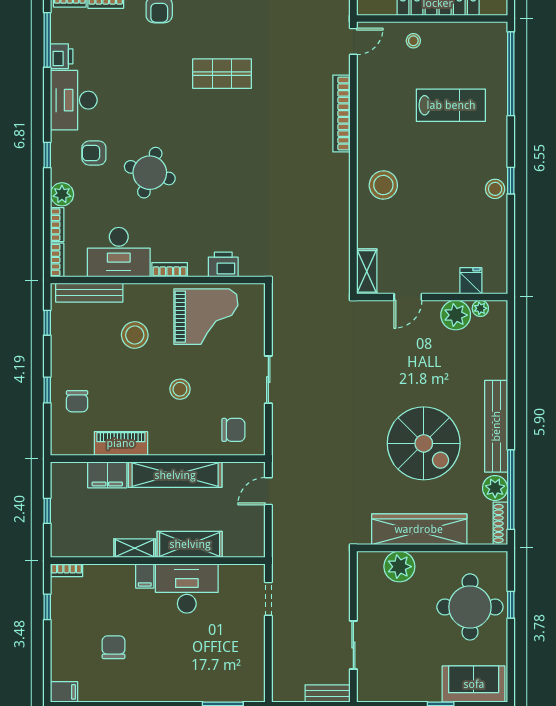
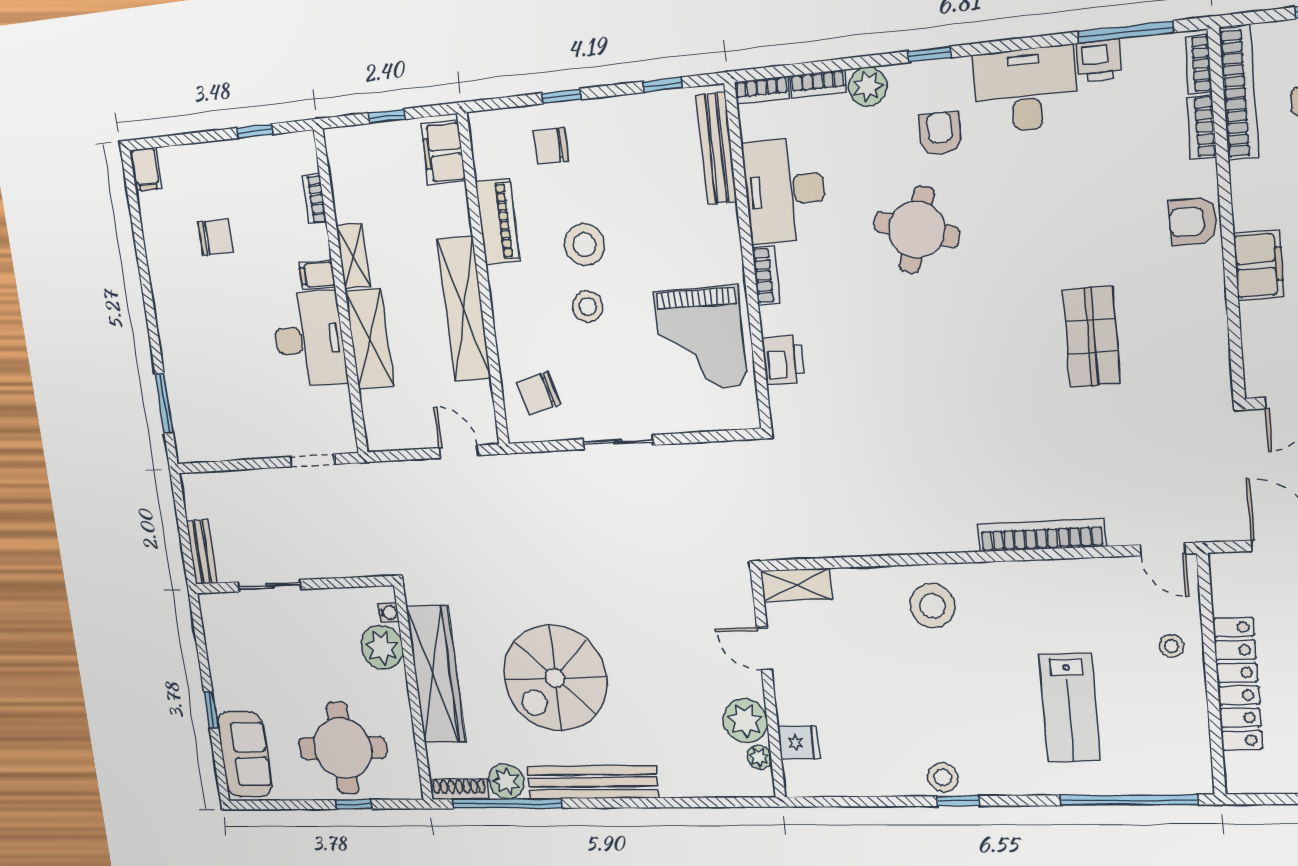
stool: (135, 335) -> (585, 245), moved
chair: (233, 430) -> (539, 393), turned 74
filing cabinet: (107, 475) -> (443, 153), moved
water cooler: (375, 558) -> (389, 613), added
bookcase: (66, 570) -> (314, 199), moved

